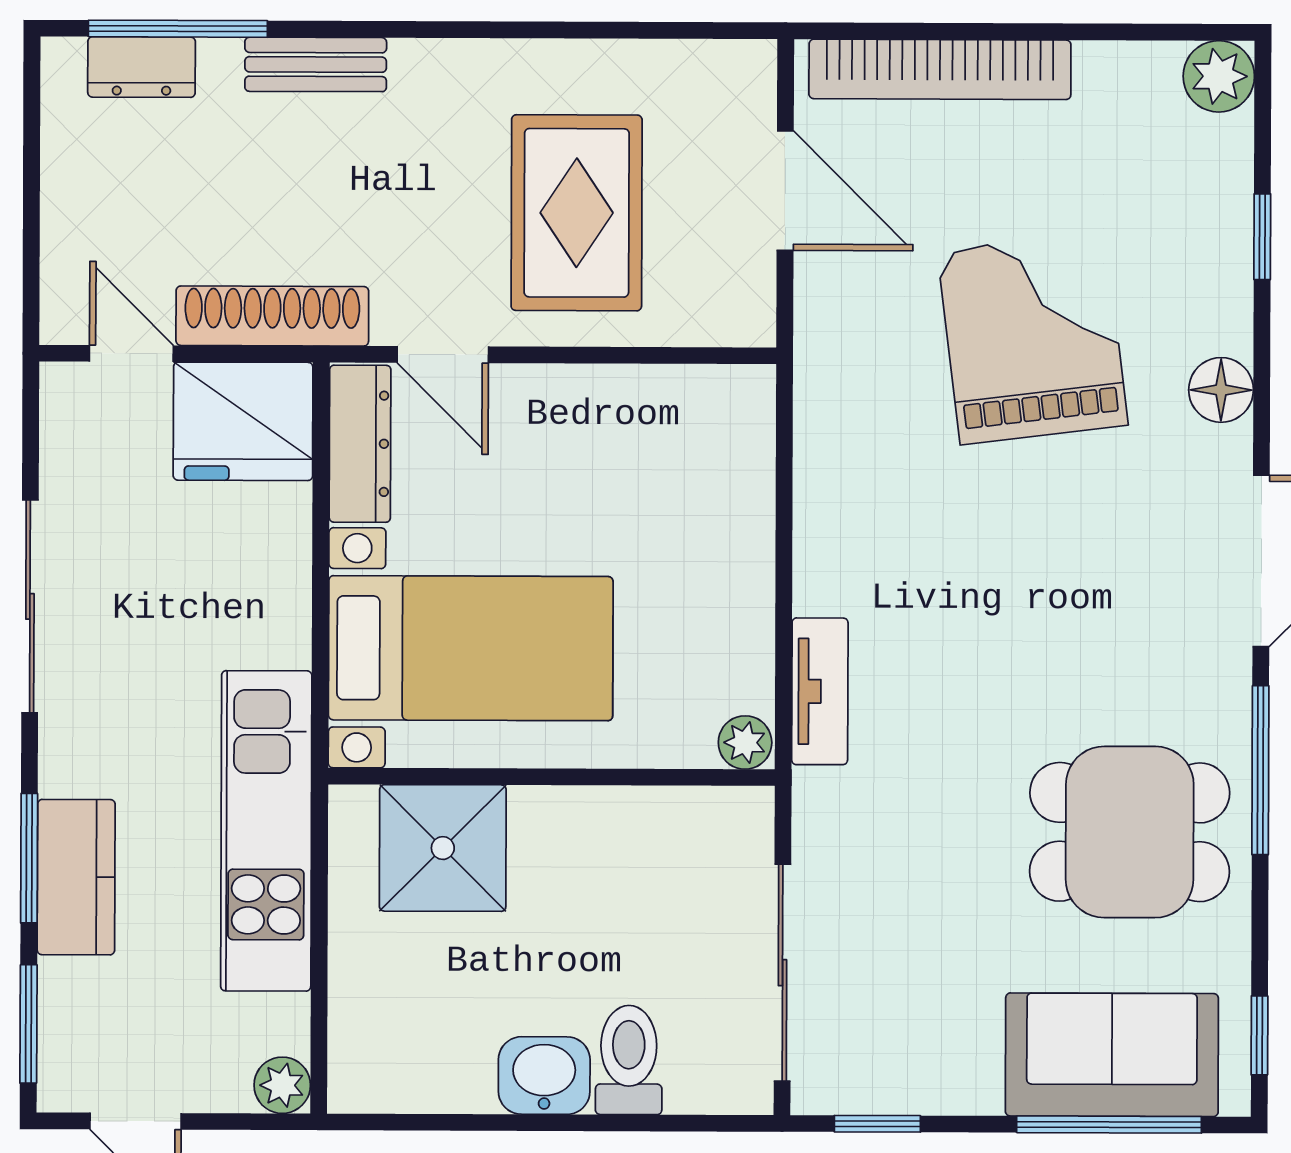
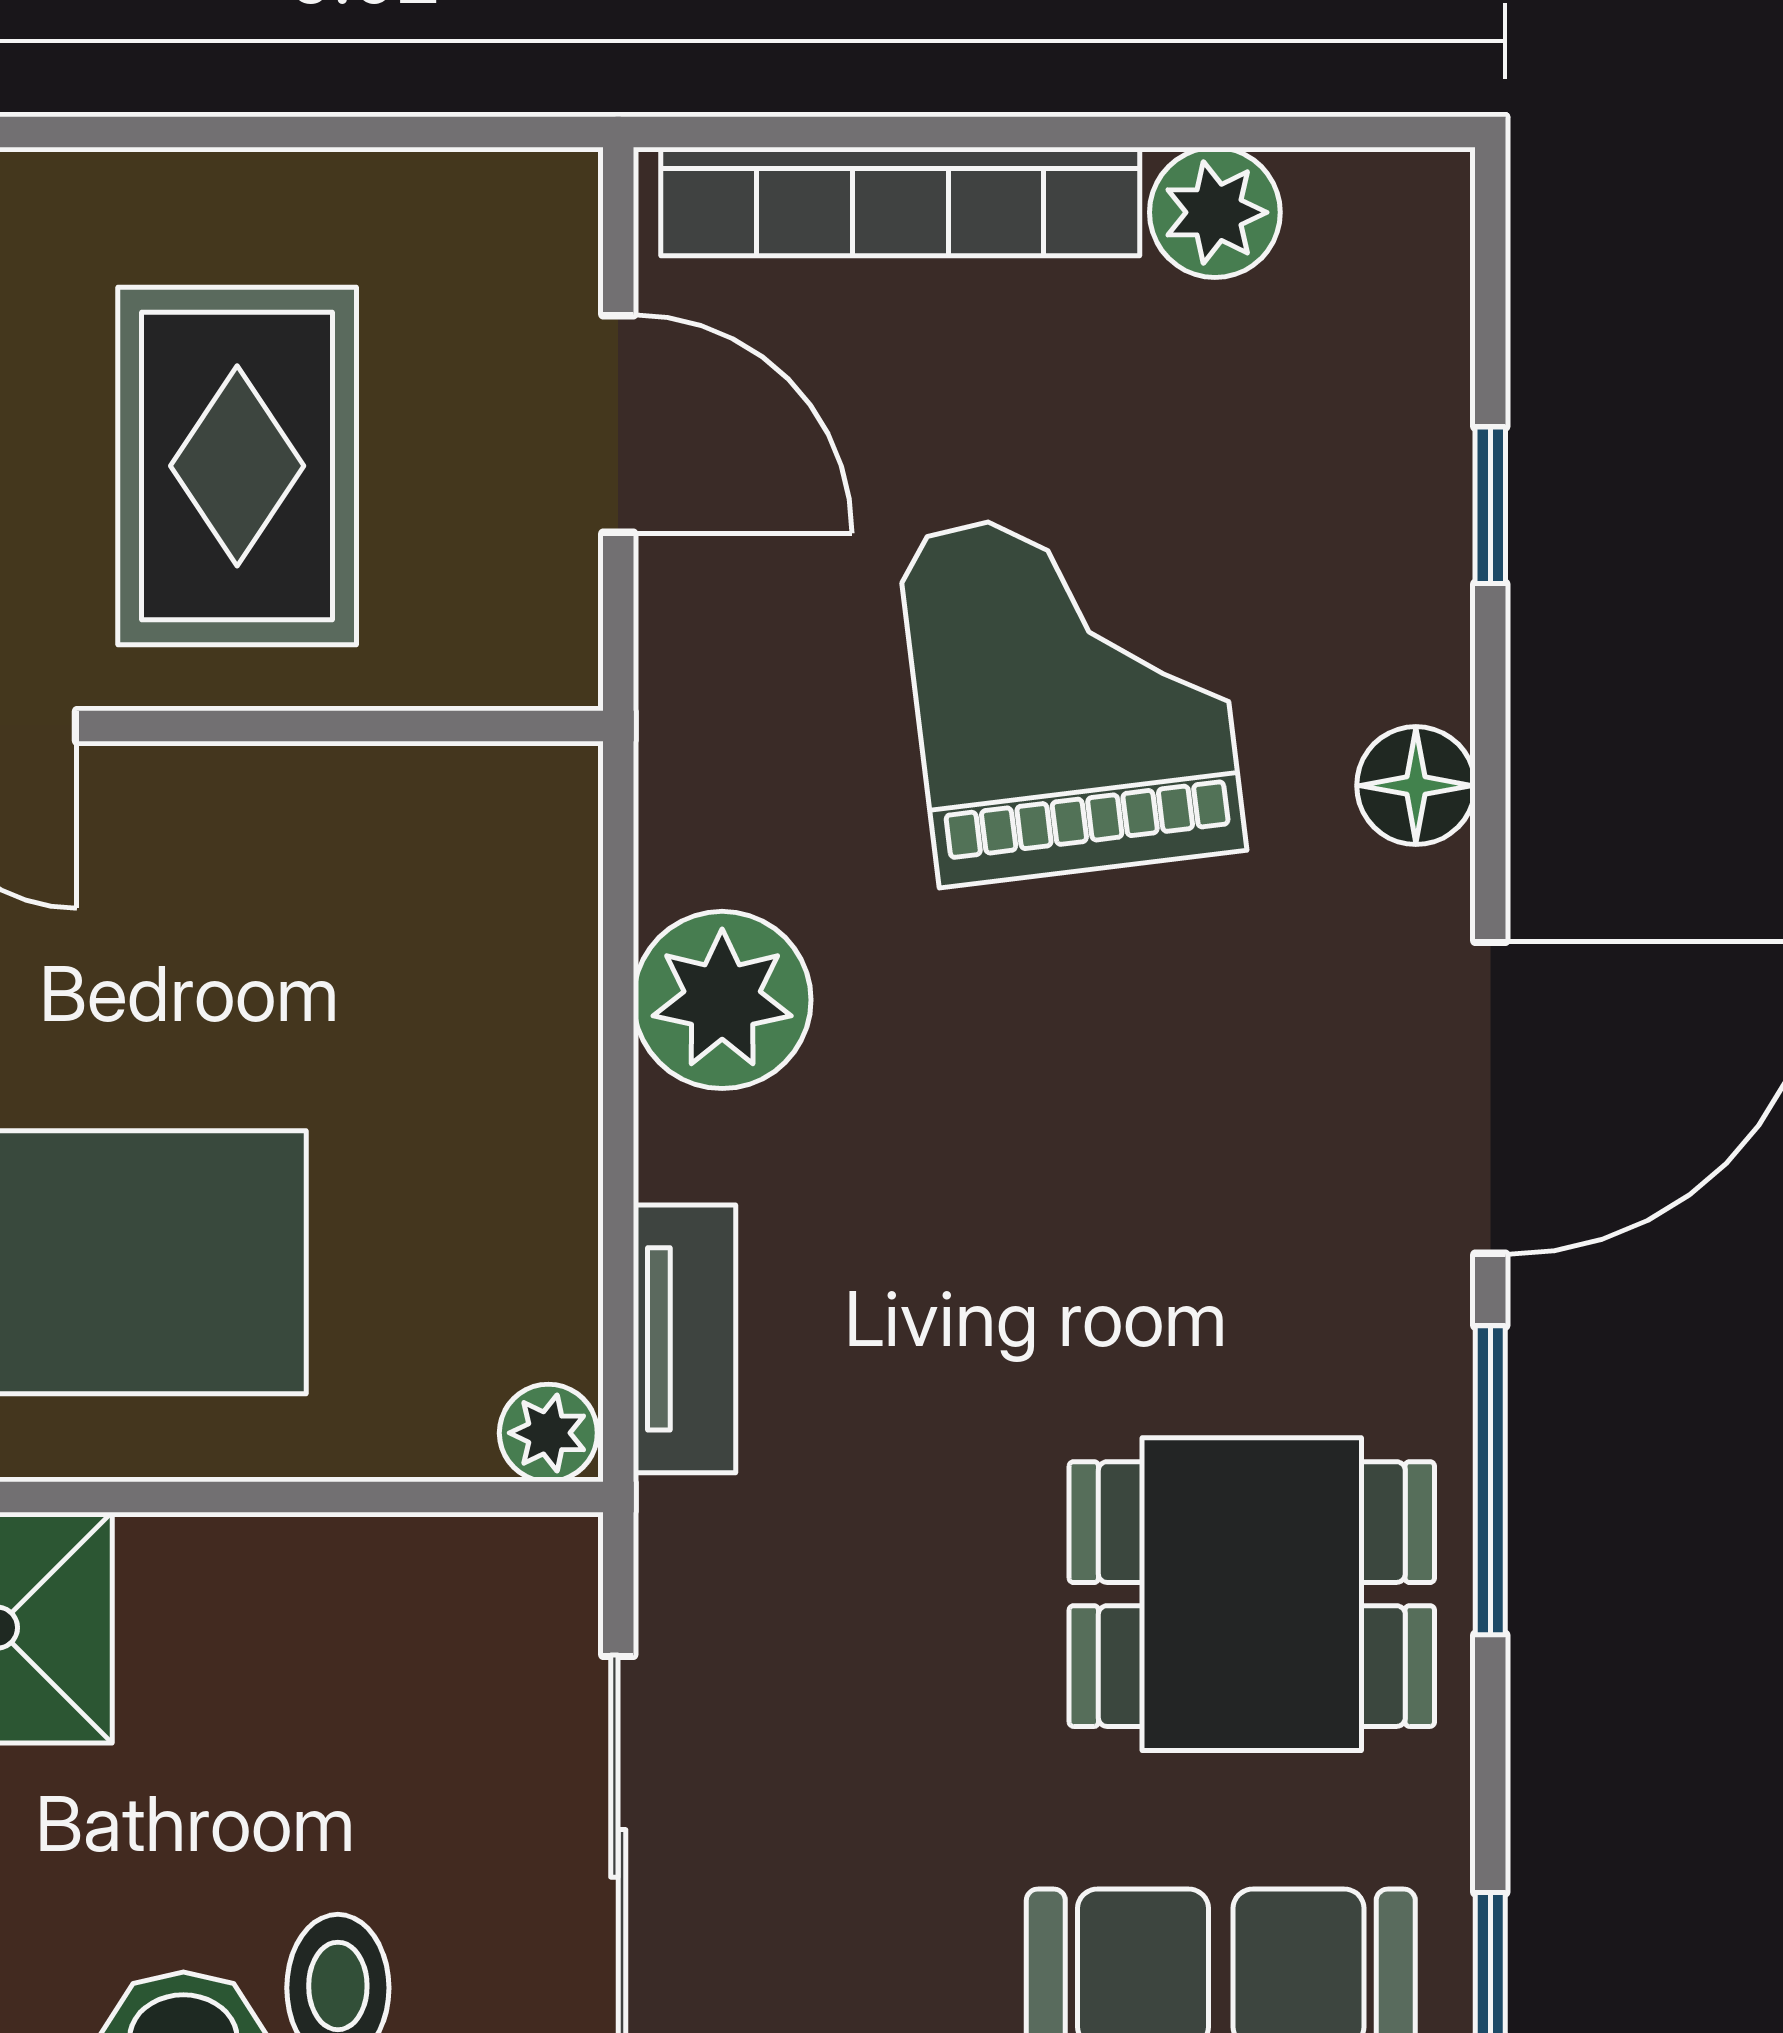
plant: (1219, 76) -> (1215, 212), moved
plant: (841, 506) -> (722, 1000), added

